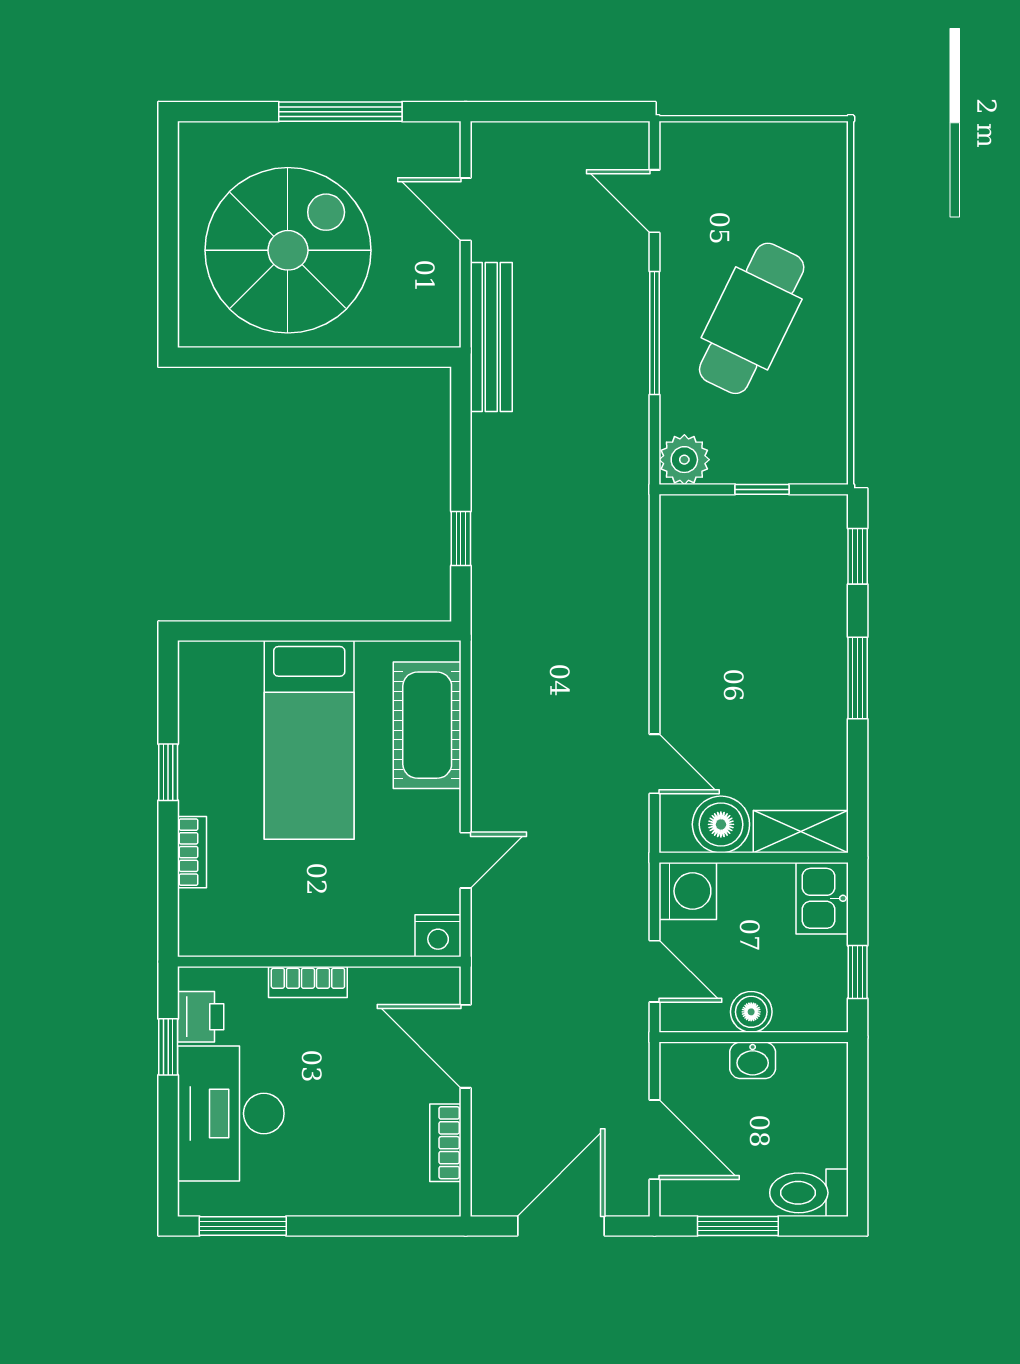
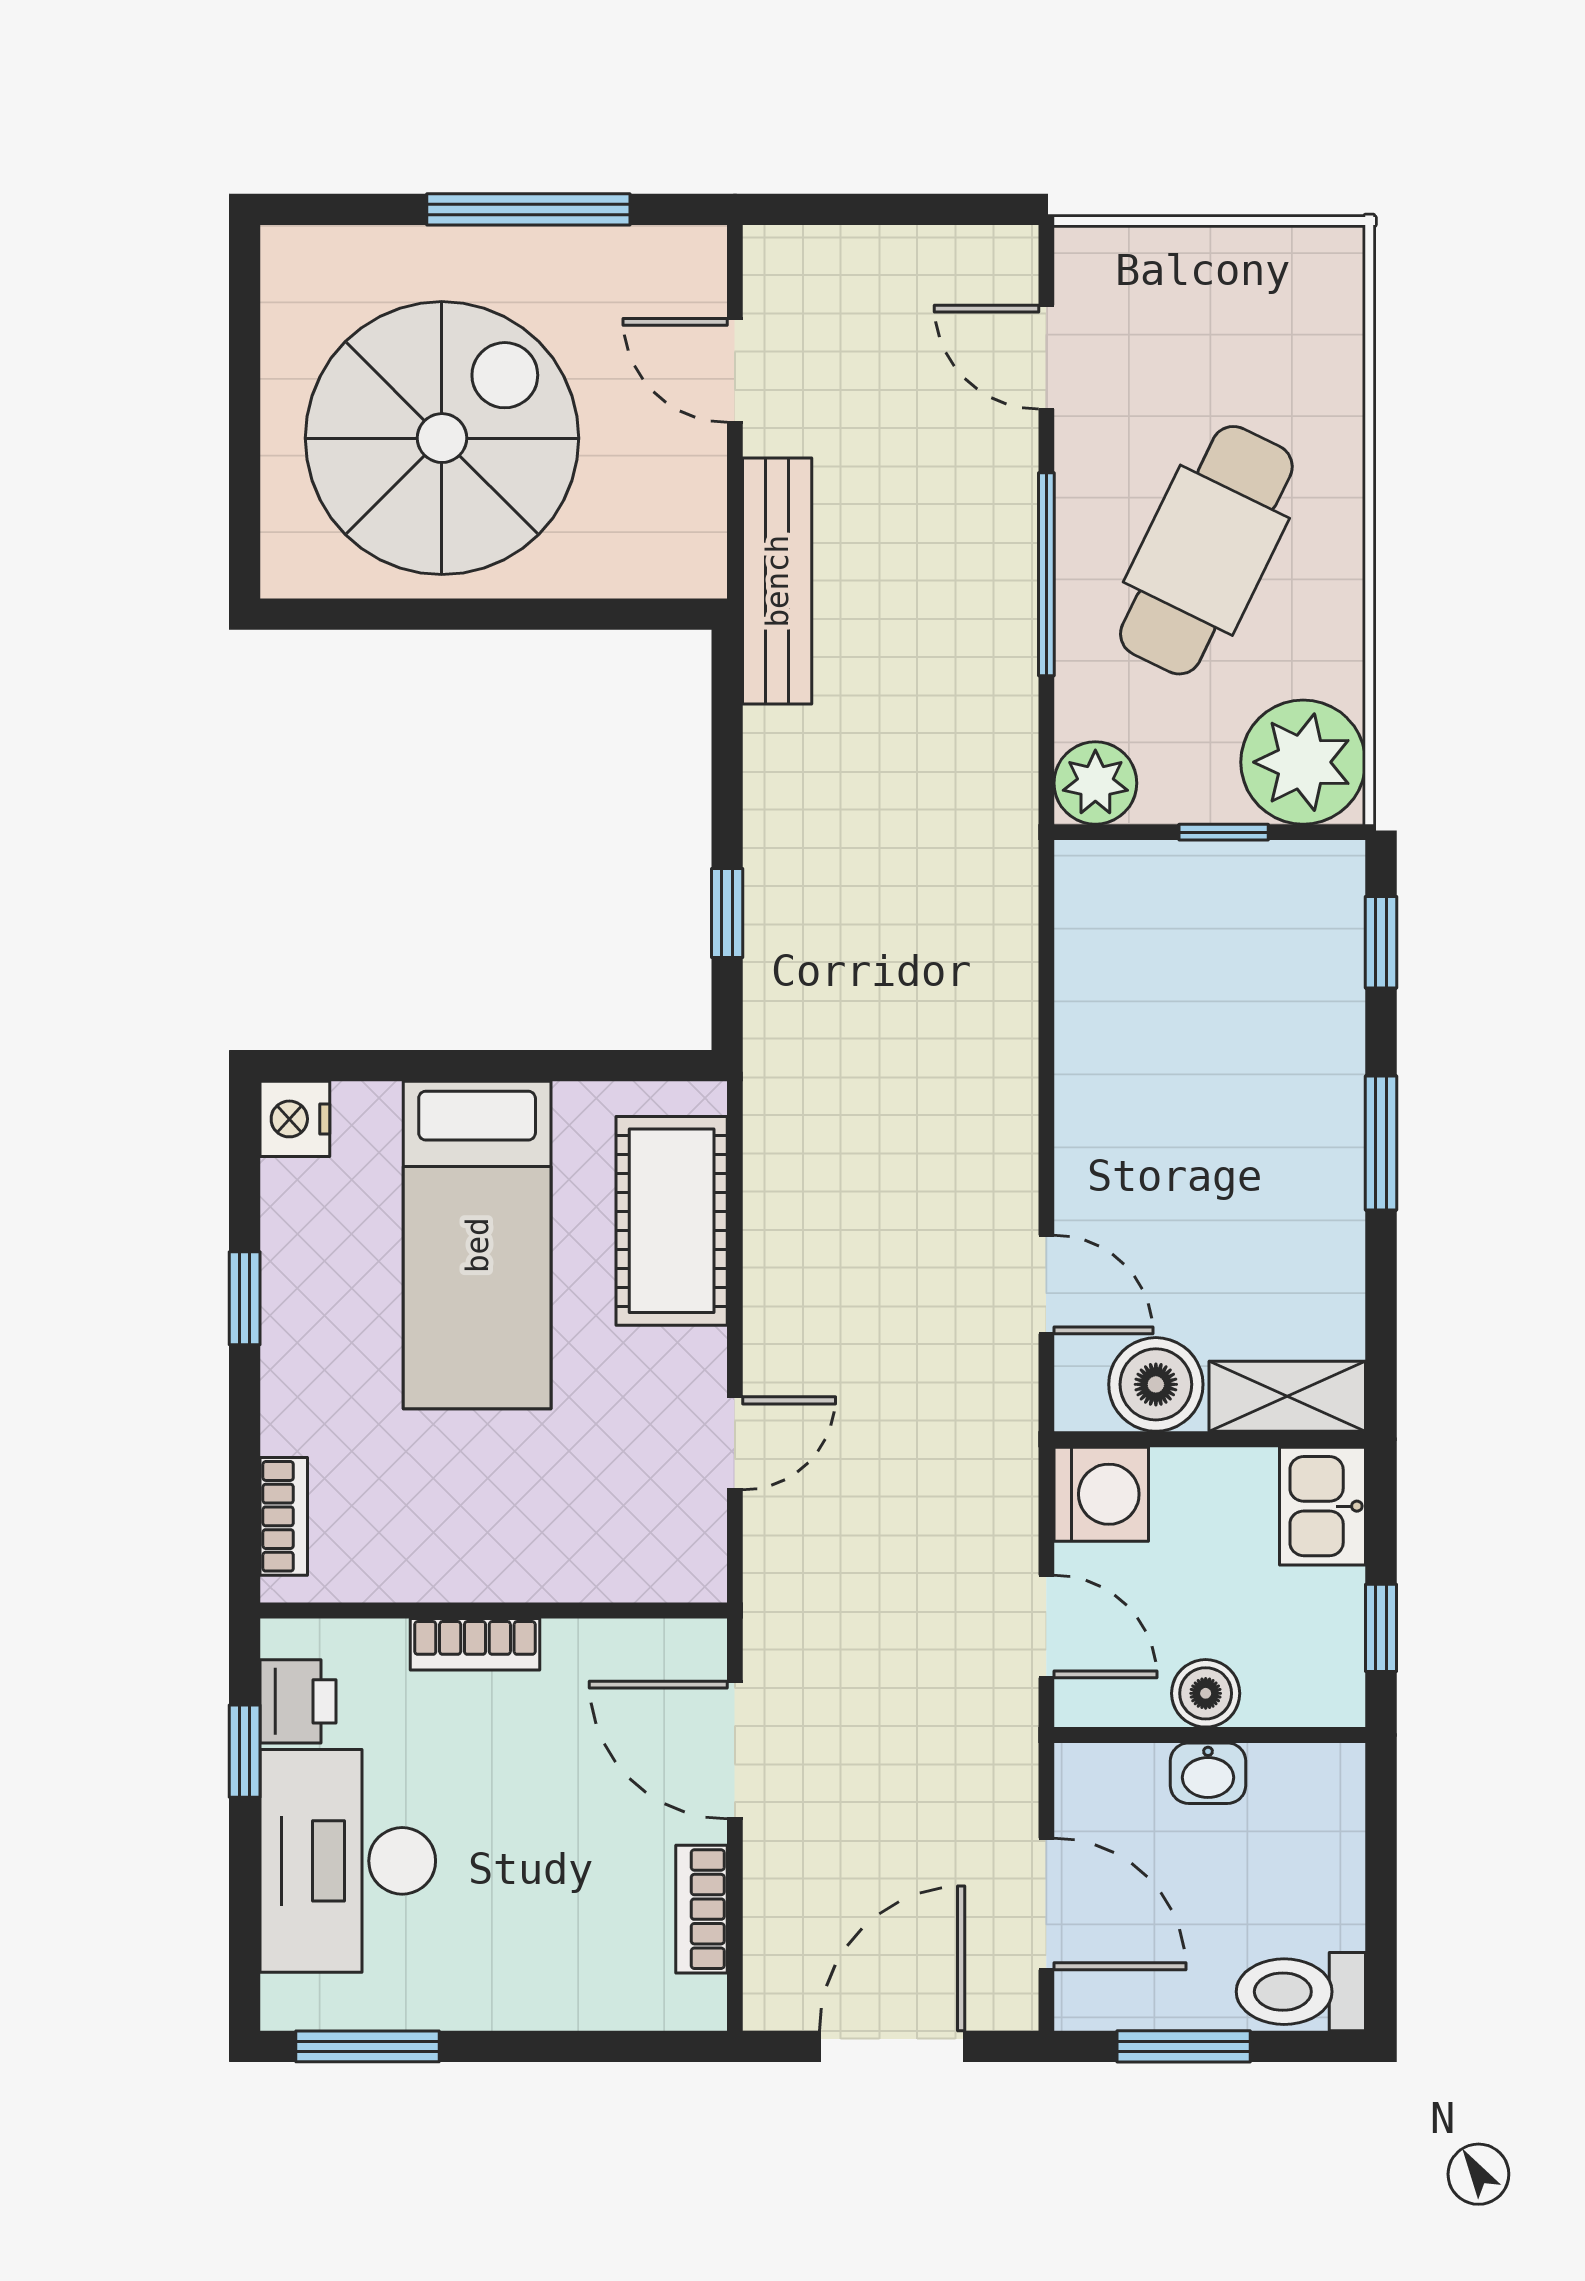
plant: (810, 447) -> (1303, 762), added
bookcase: (192, 852) -> (284, 1516), moved
nightstand: (438, 936) -> (295, 1119), moved, turned 90

